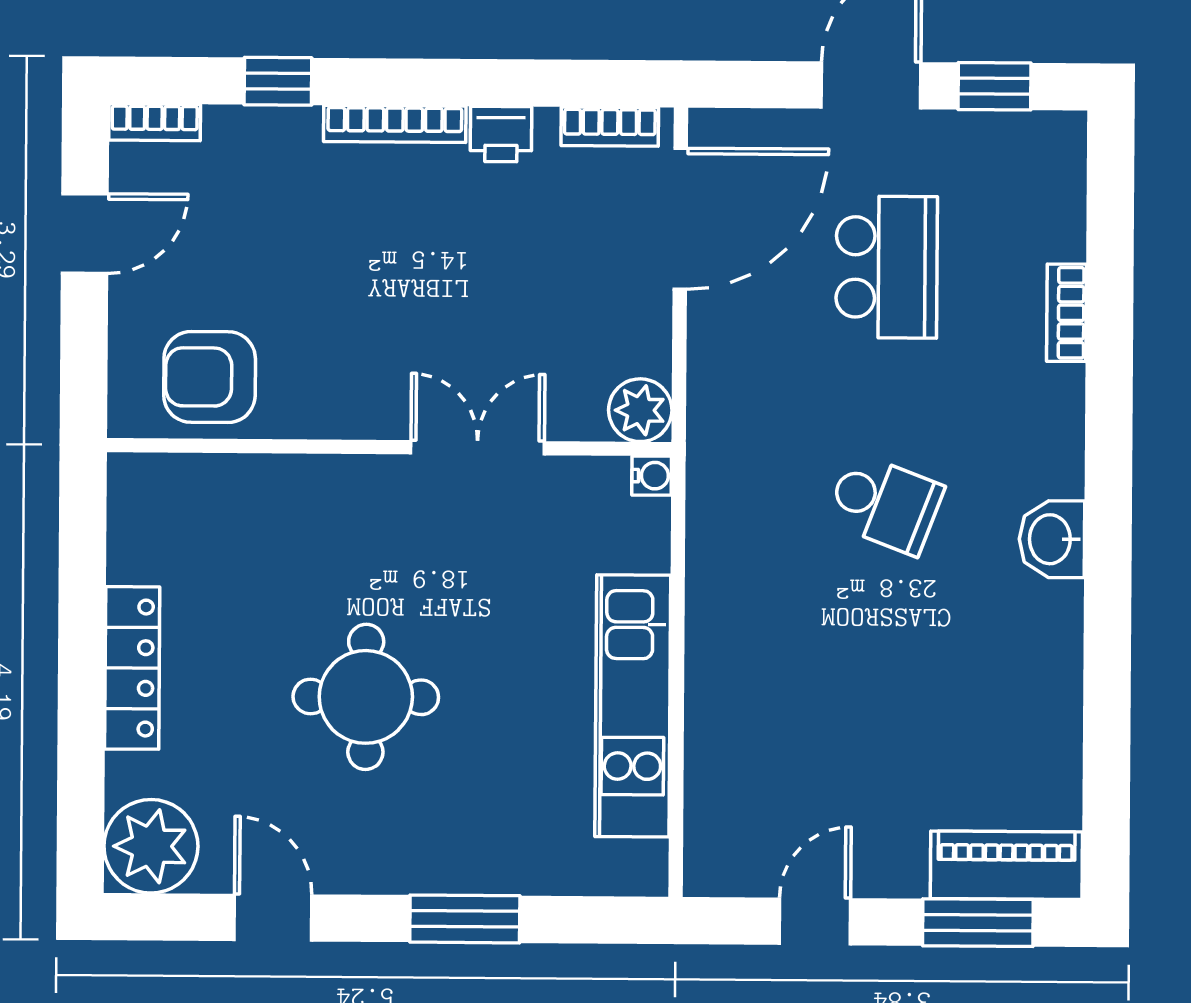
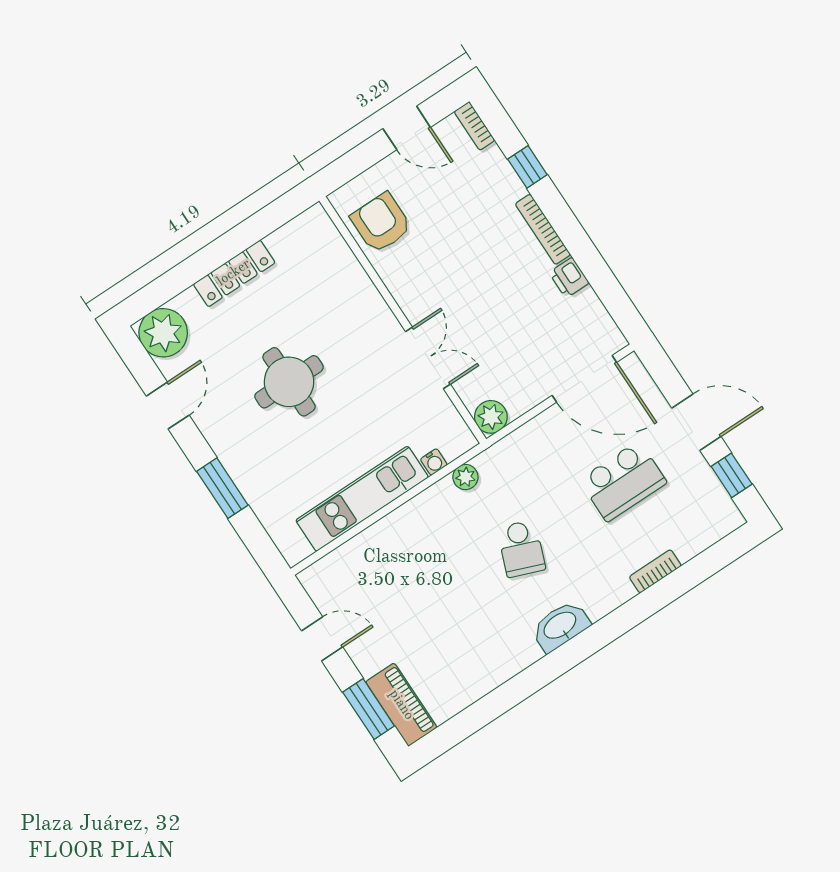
bookcase: (610, 127) -> (604, 322), removed
water cooler: (652, 476) -> (434, 462), moved
plant: (710, 516) -> (465, 477), added
washbasin: (1052, 539) -> (560, 626), width x1.38

